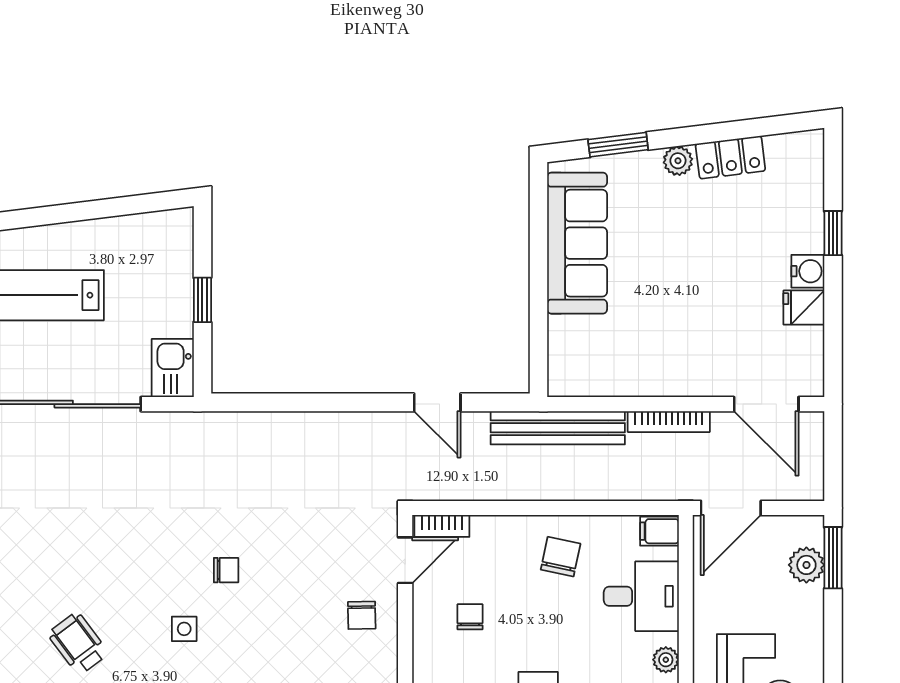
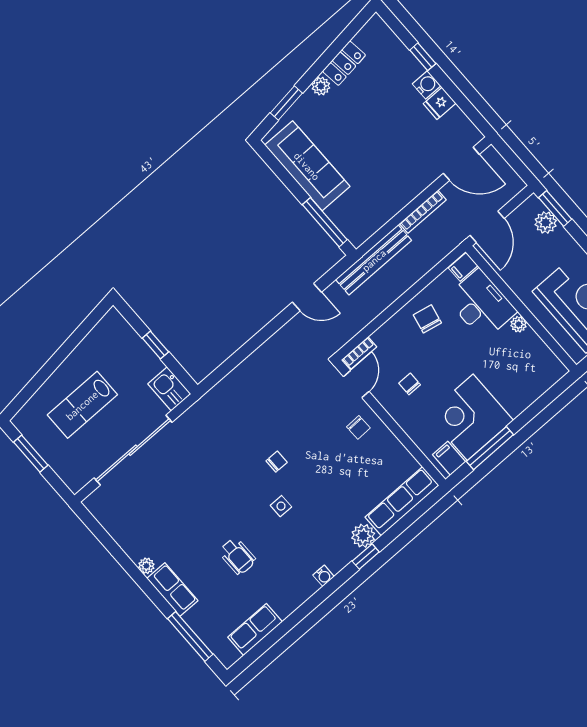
window: (538, 330) -> (325, 222), added
desk: (641, 596) -> (481, 305), width x1.37
wheelchair: (78, 643) -> (237, 556), turned -143

